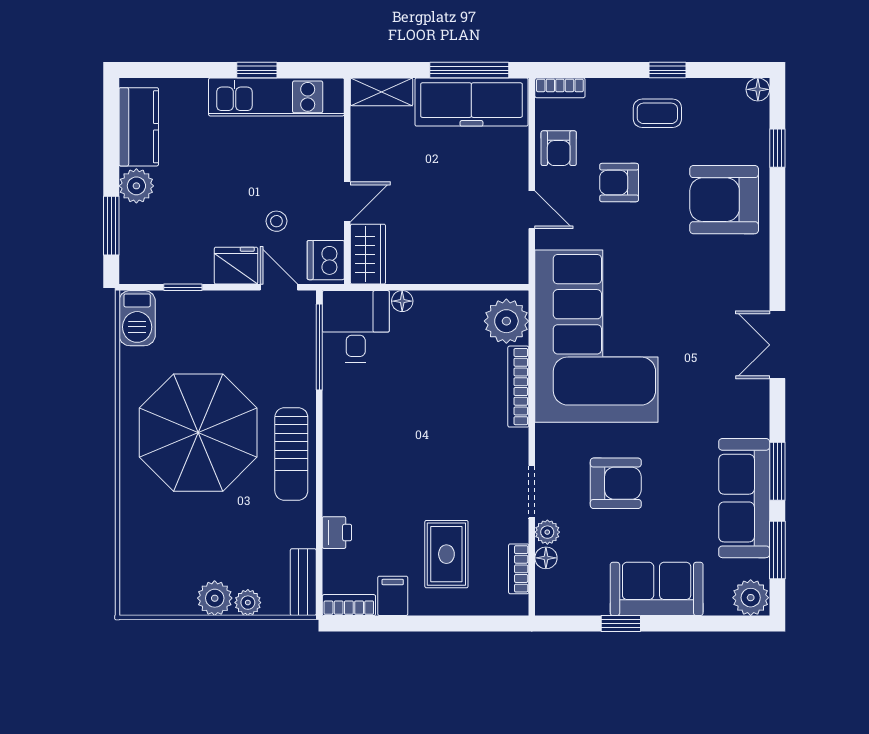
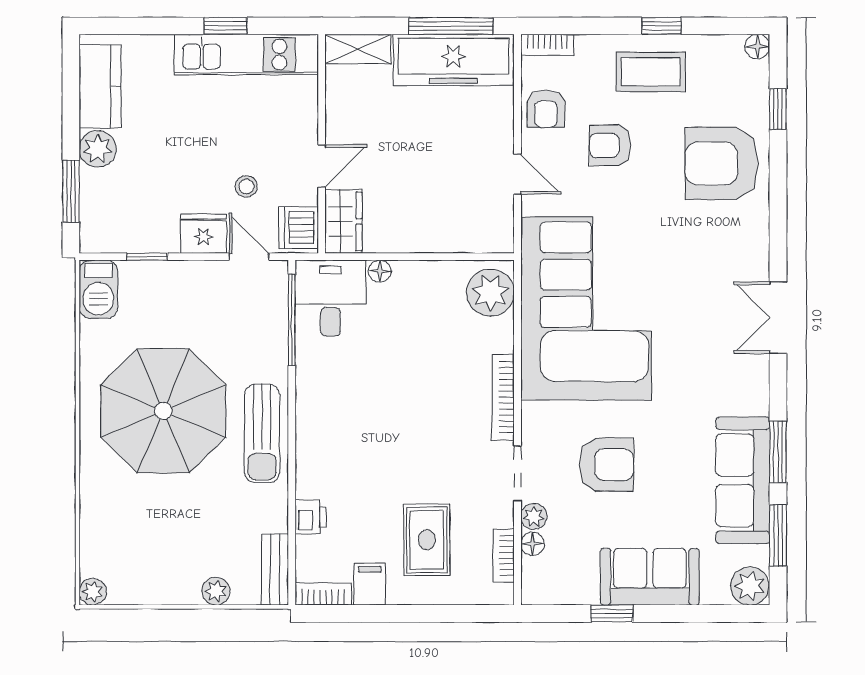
coffee table: (657, 113) -> (651, 72), width x1.36, depth x1.30
bookcase: (518, 387) -> (503, 397), moved
plant: (215, 598) -> (93, 592), moved, width x0.73, depth x0.73

